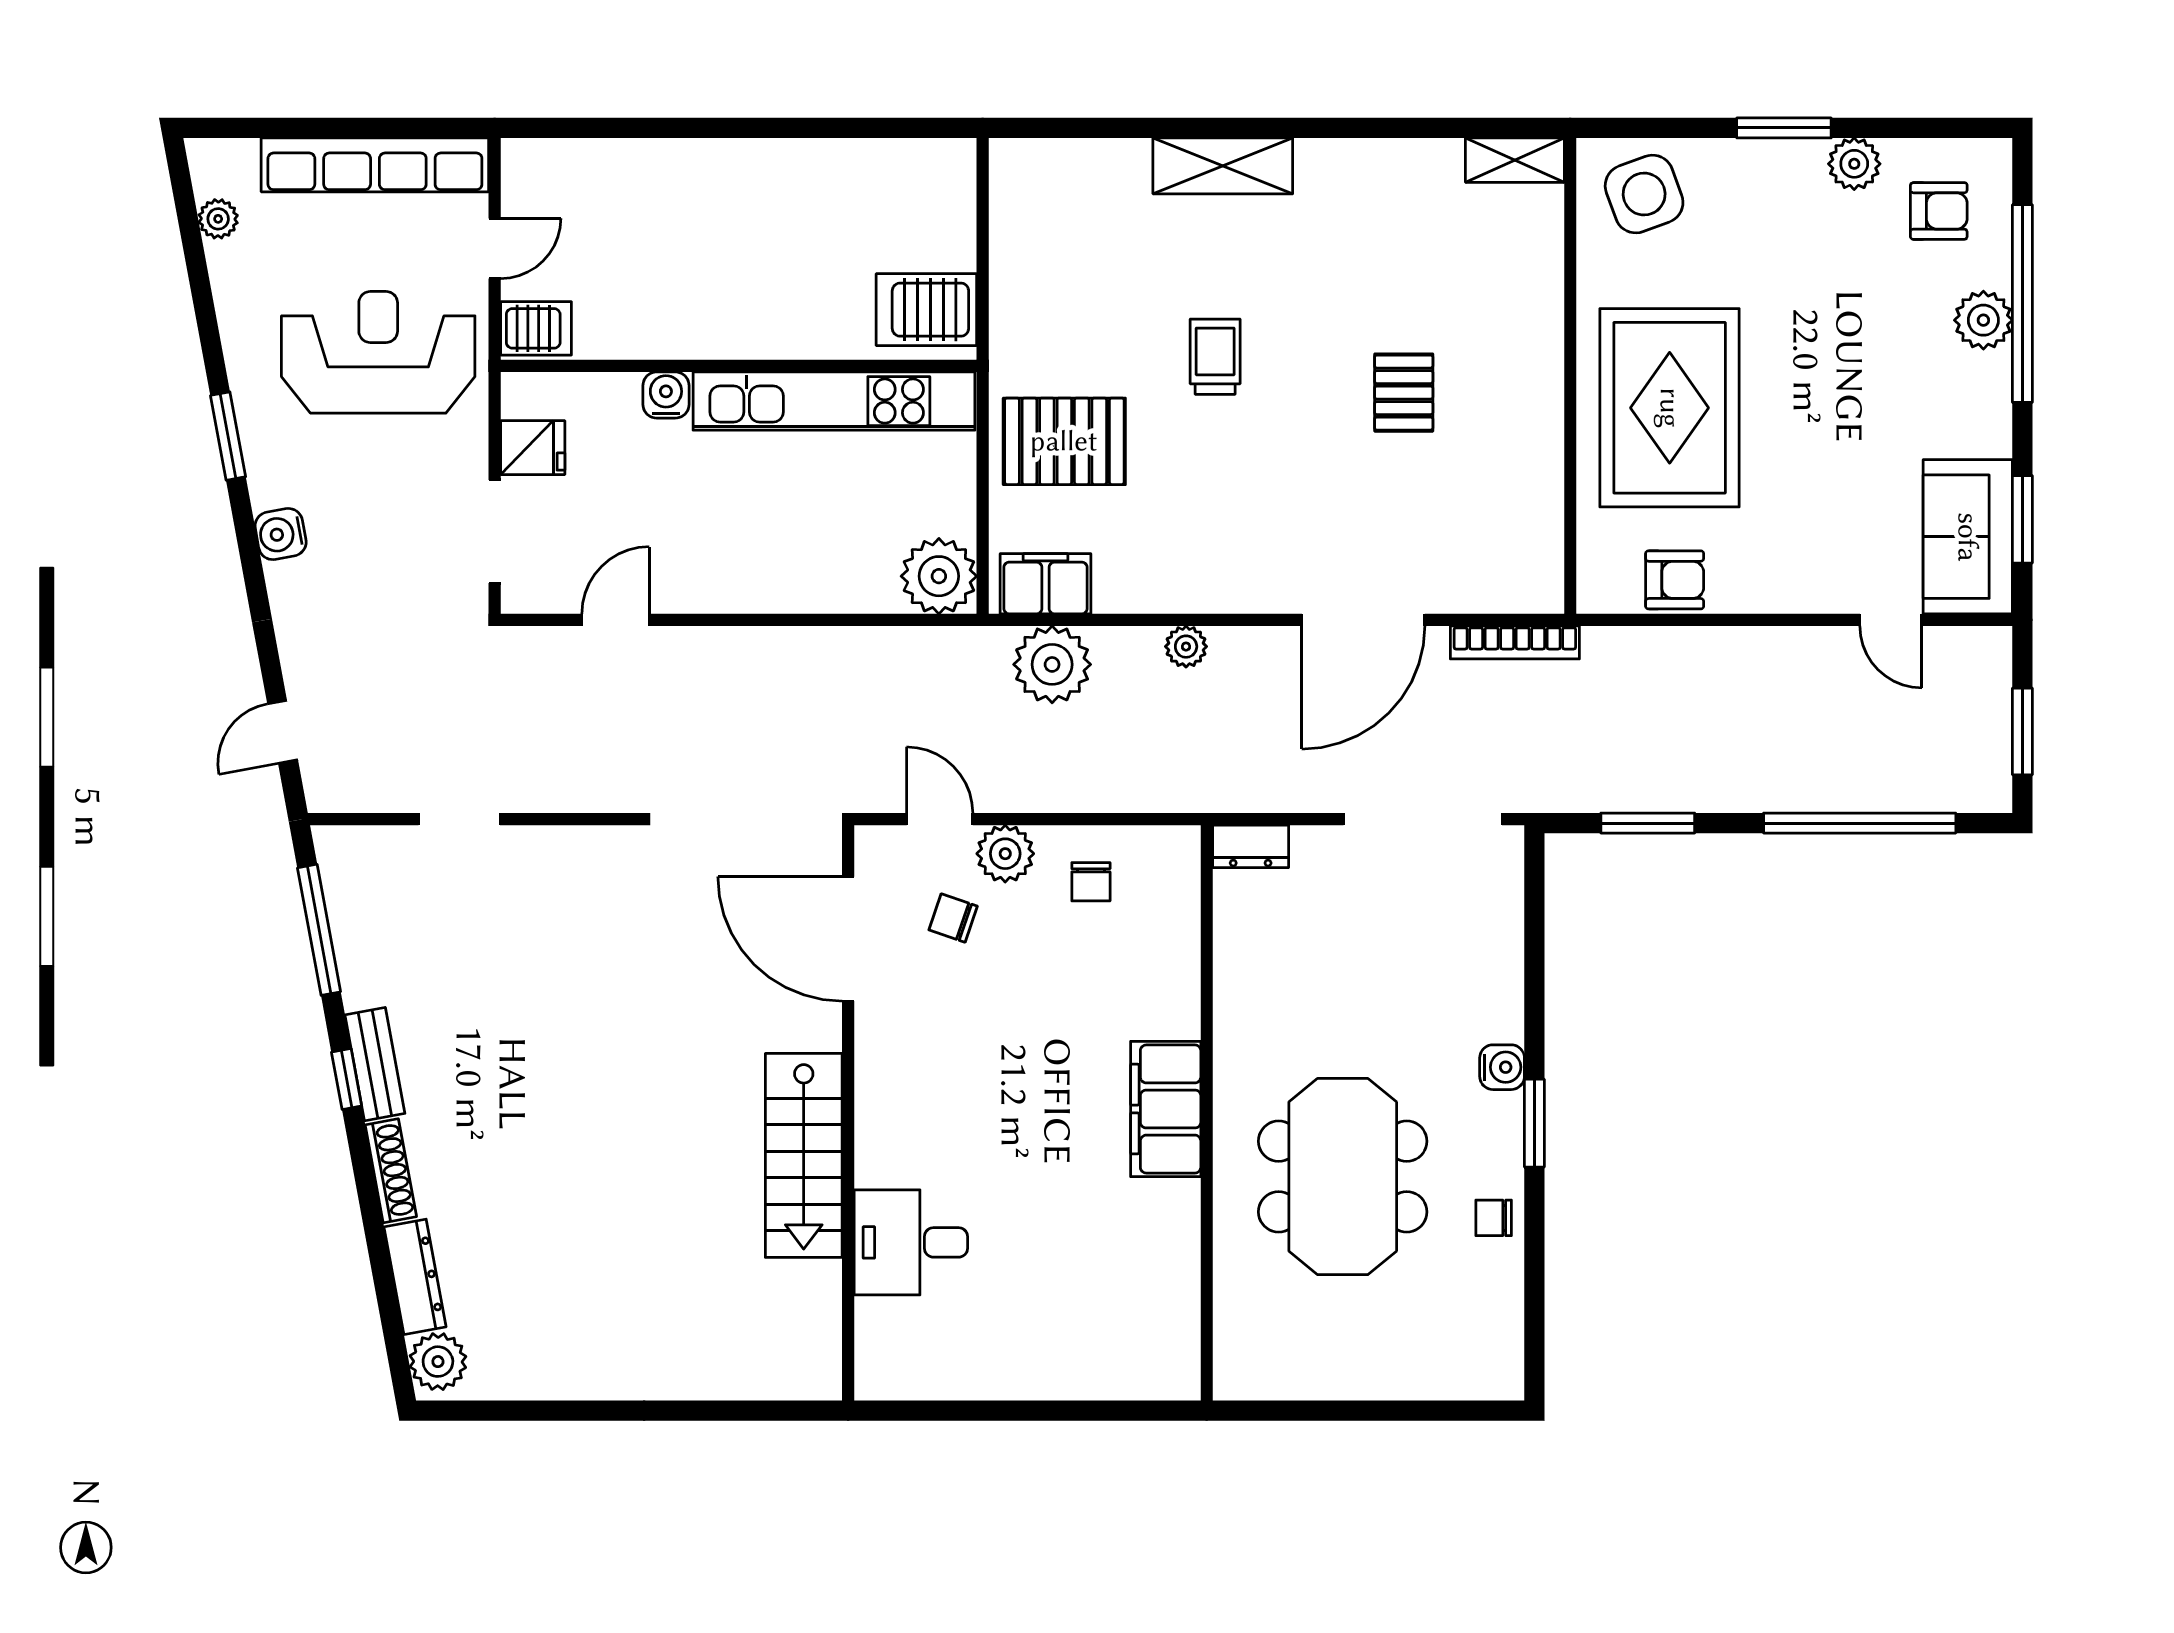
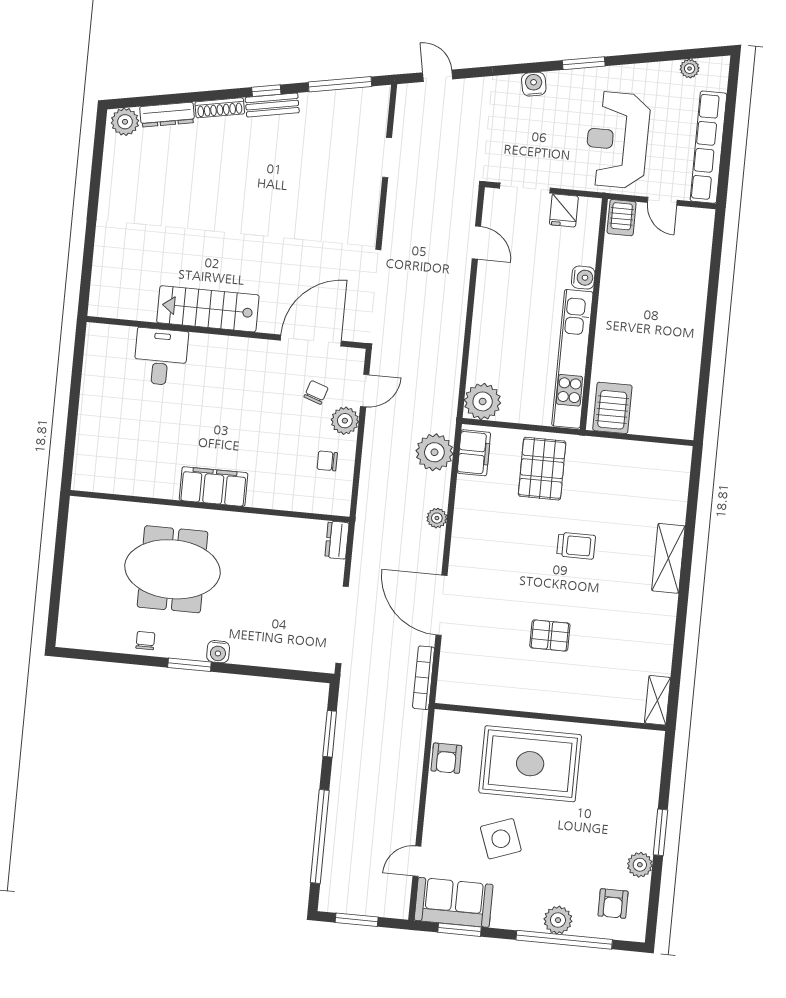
side table: (1644, 194) -> (501, 839), moved
reception desk: (378, 352) -> (617, 140), turned 180

